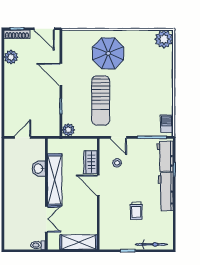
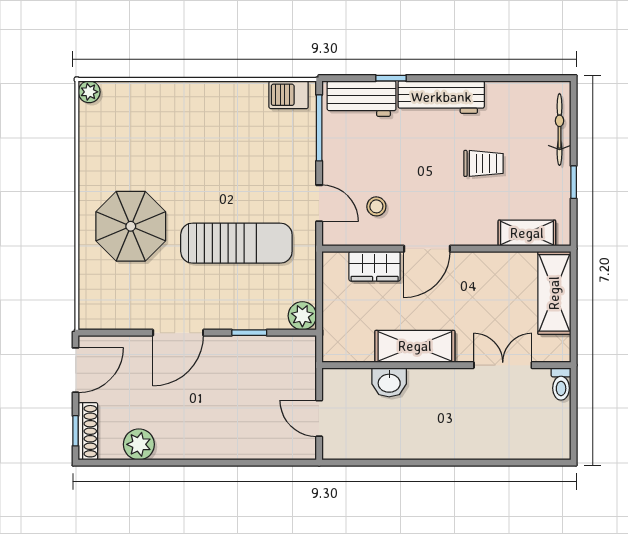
plant: (164, 39) -> (89, 92), width x0.53, depth x0.53
door: (118, 137) -> (319, 203), hinge flipped
shelving: (55, 180) -> (415, 346), width x0.68
shelving: (105, 230) -> (527, 233), added

